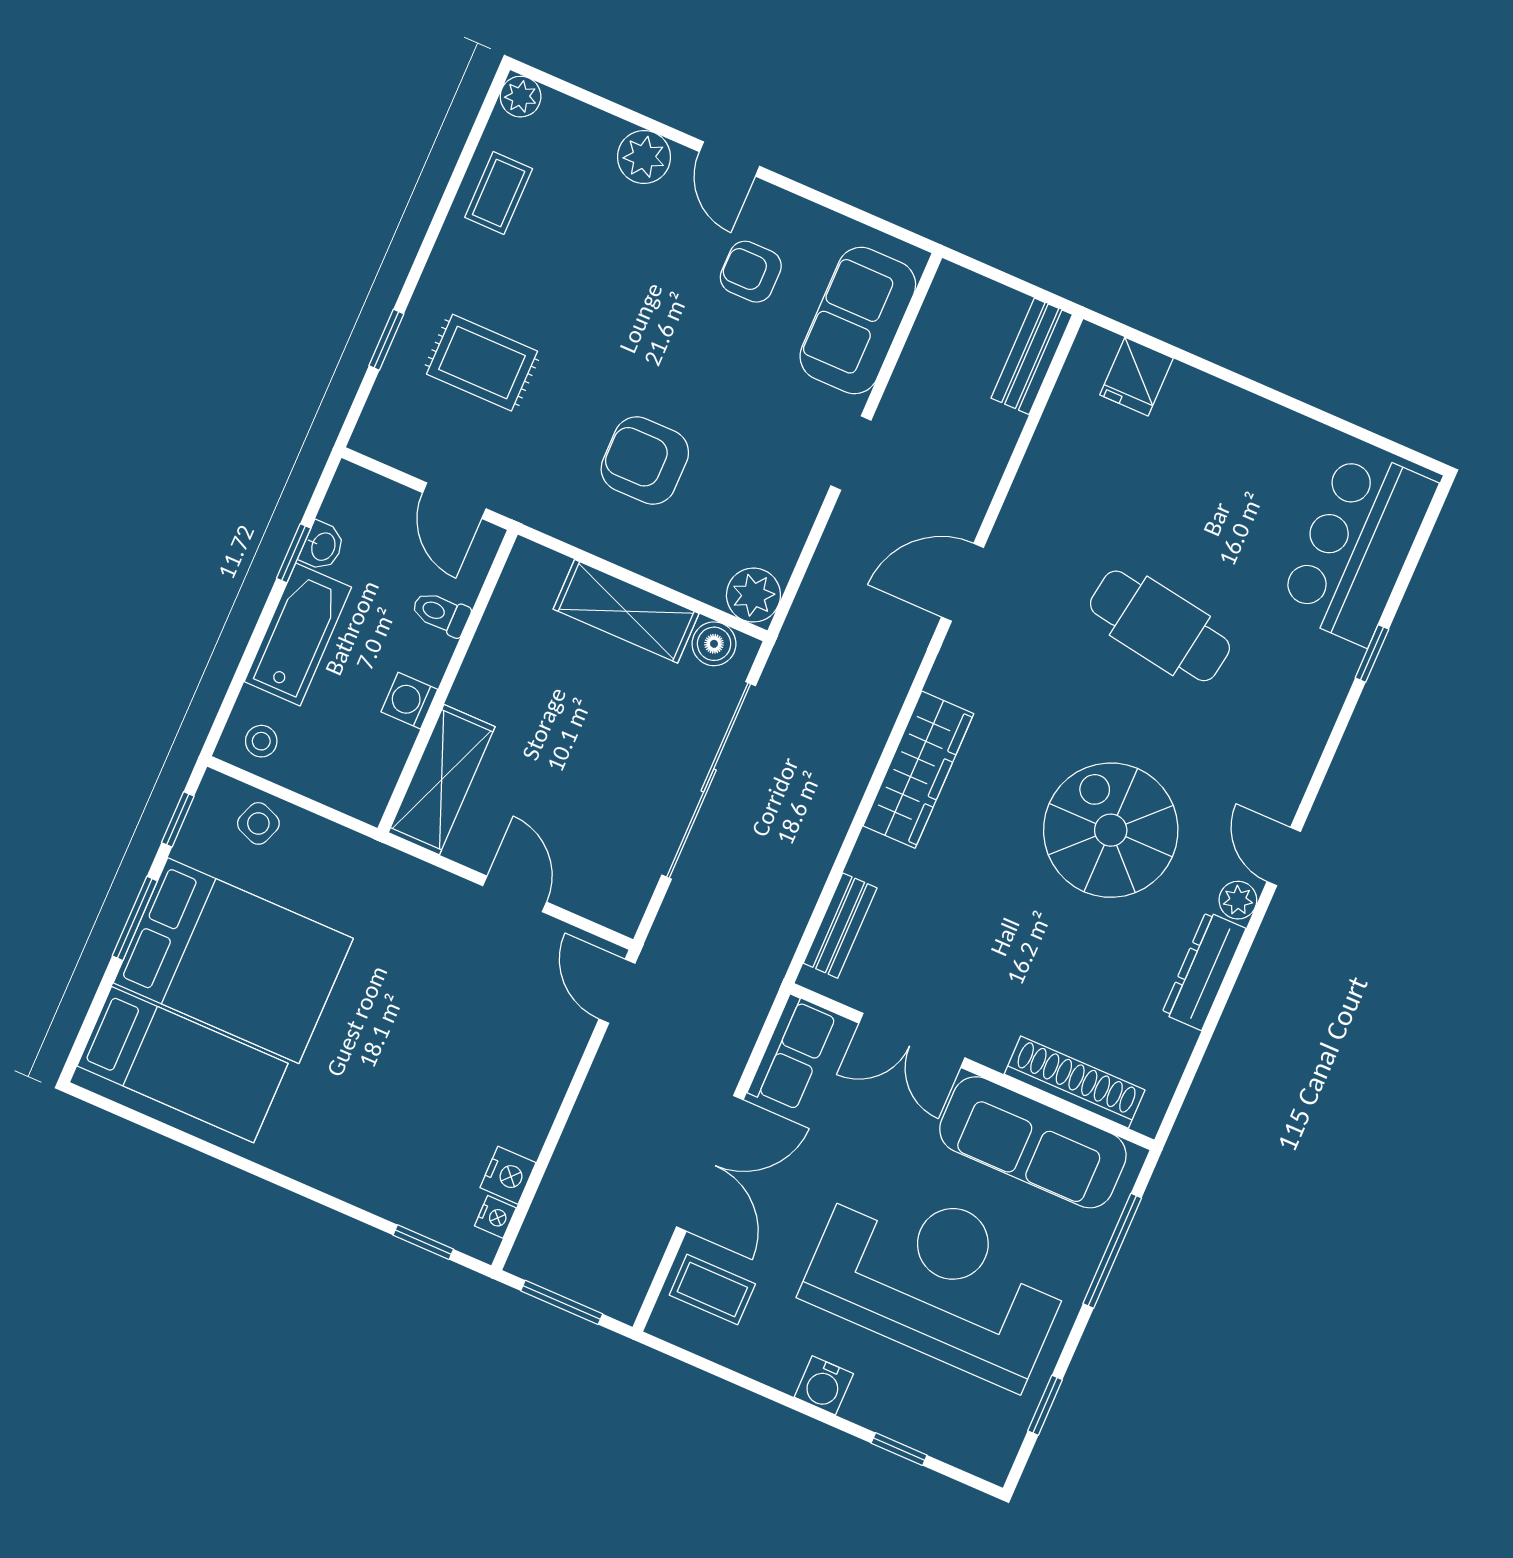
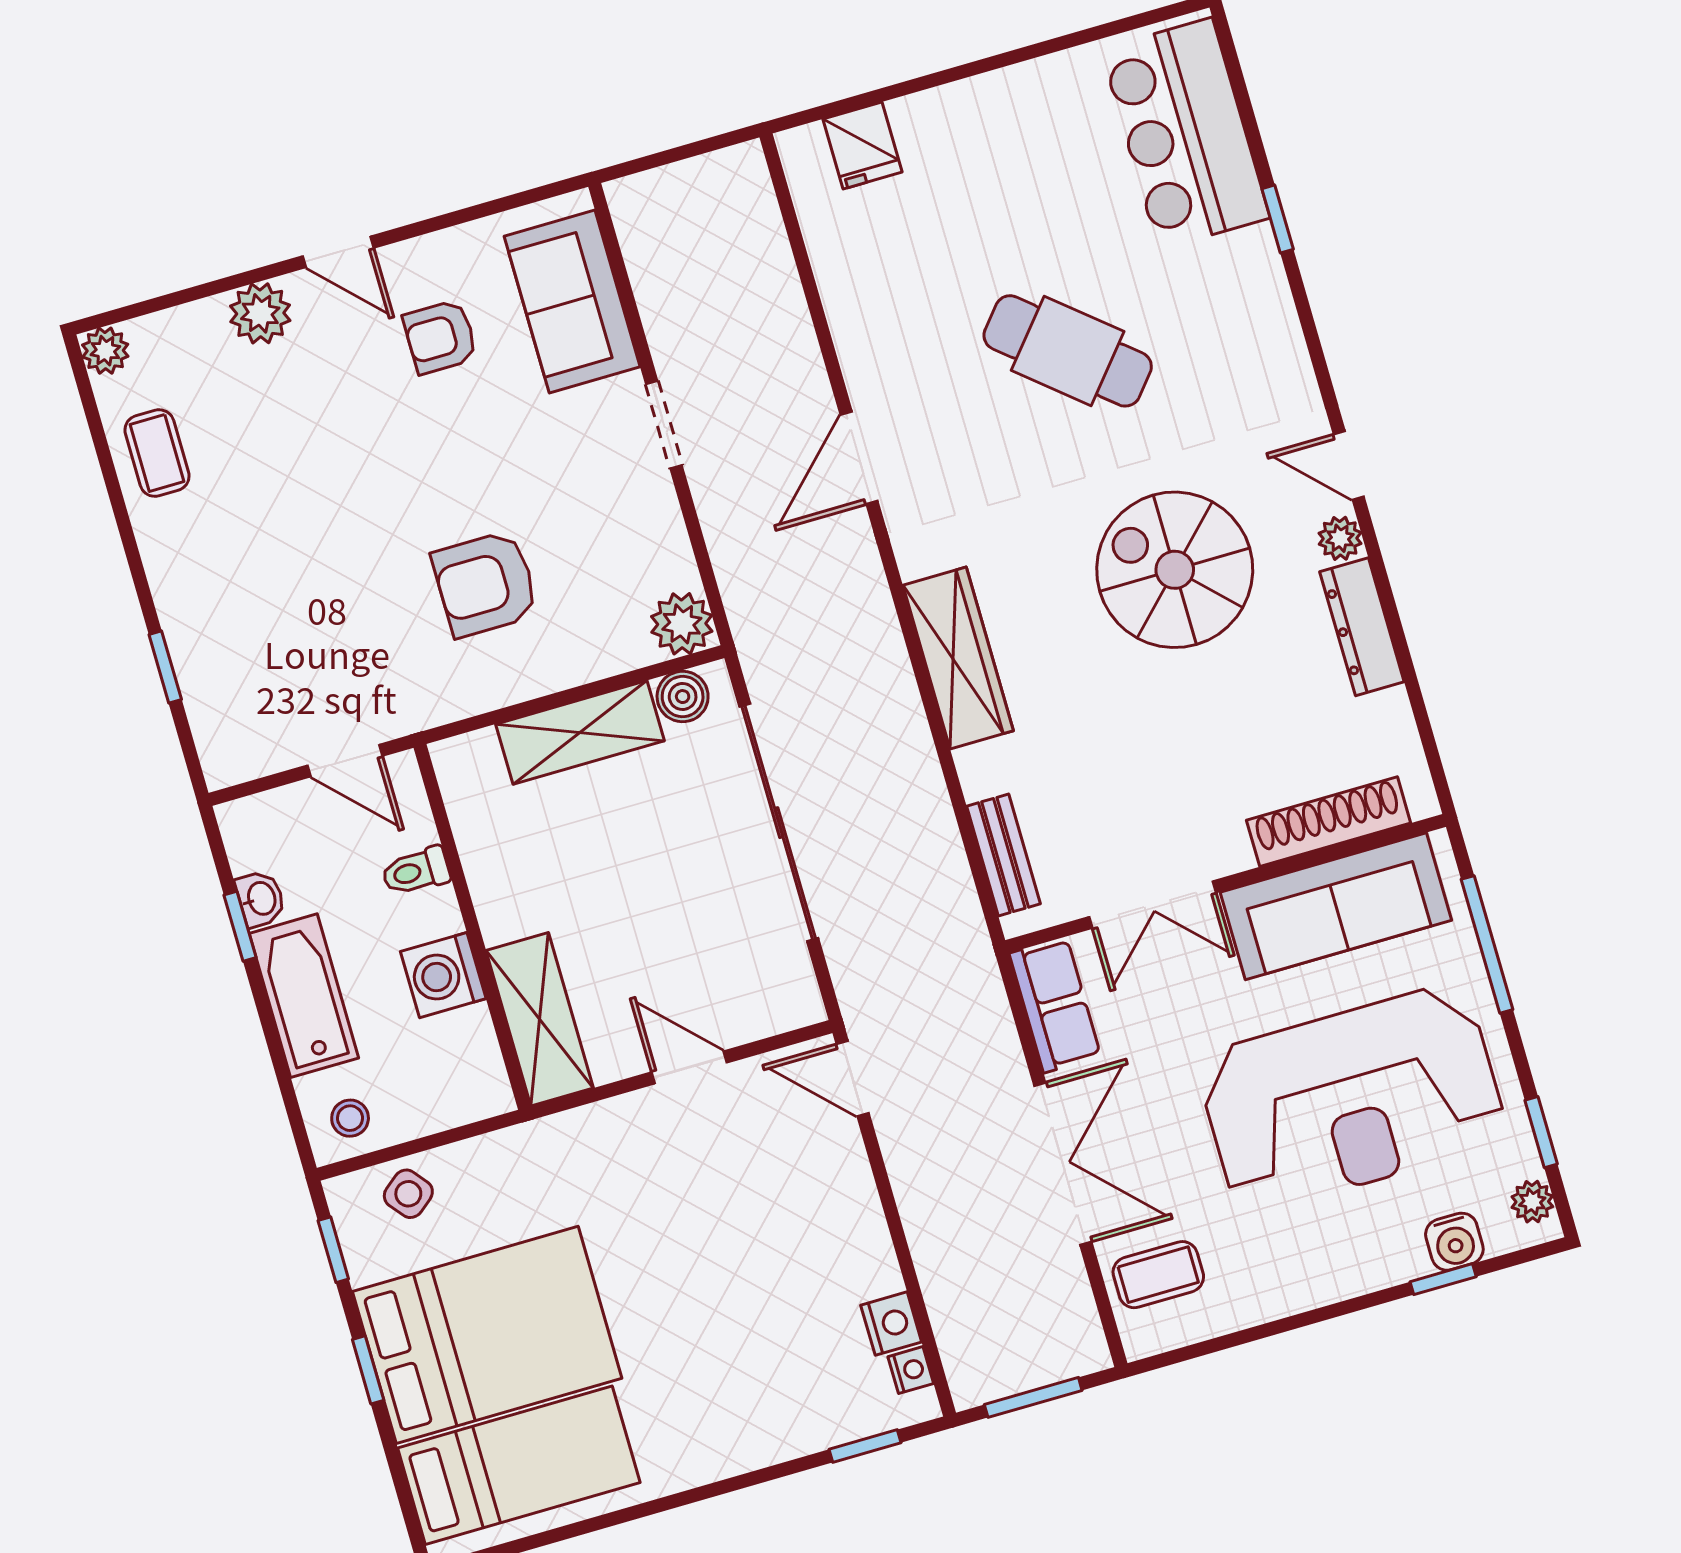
bench: (1032, 356) -> (754, 205), removed
rug: (482, 363) -> (267, 617), removed
cafe table: (1160, 626) -> (1068, 351), turned 31
washing machine: (409, 701) -> (443, 975), width x1.38, depth x1.38
side table: (258, 823) -> (408, 1194), turned 30
window: (135, 918) -> (368, 1370), width x0.67
reception desk: (938, 1279) -> (1352, 1099), turned 180
water cooler: (824, 1385) -> (1454, 1242), moved
plant: (1001, 1447) -> (1532, 1202), added

